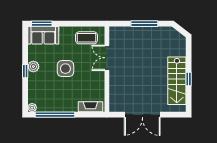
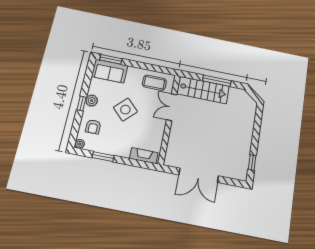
side table: (65, 69) -> (125, 110), turned 45
window: (189, 79) -> (252, 163), moved
stairs: (177, 81) -> (203, 90), moved, turned -90
armchair: (40, 90) -> (93, 127), added
window: (55, 115) -> (103, 157), width x0.47

